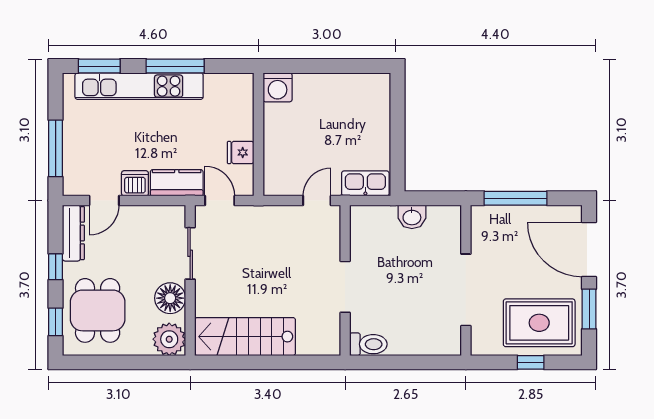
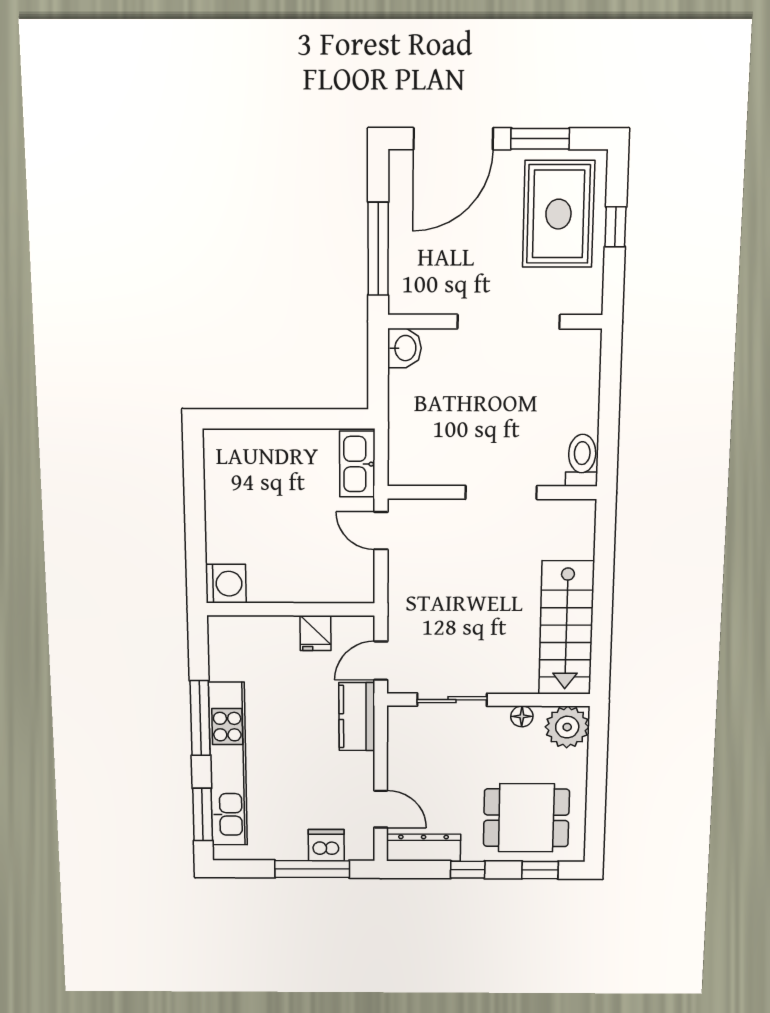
dishwasher: (135, 183) -> (326, 845), moved, turned 90
washbasin: (412, 217) -> (404, 348), moved
floor lamp: (170, 298) -> (522, 716), width x0.53, depth x0.53

